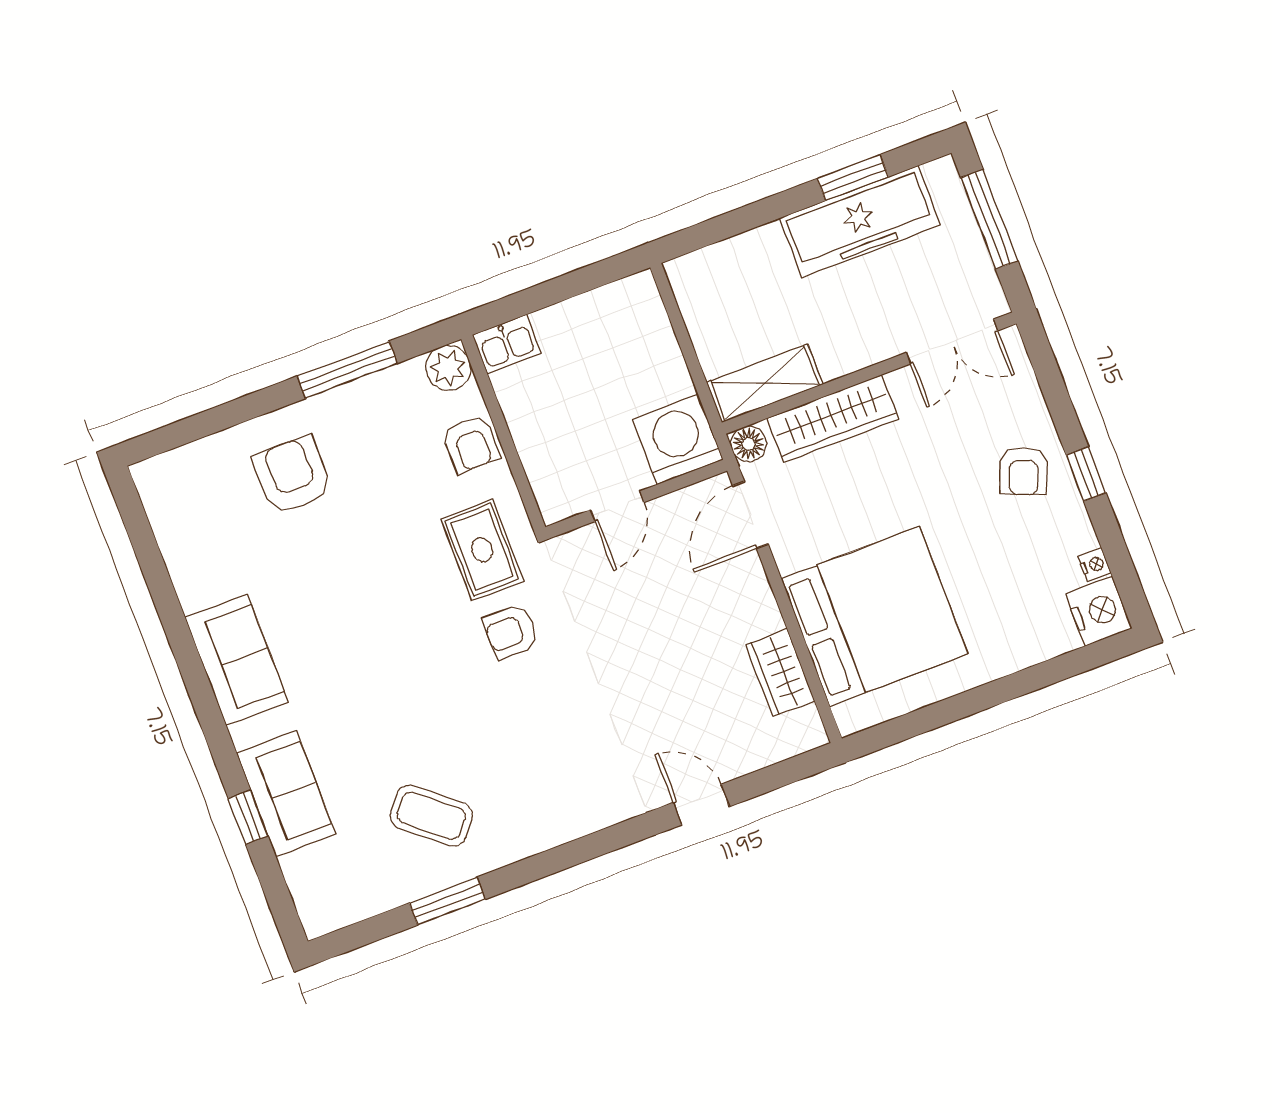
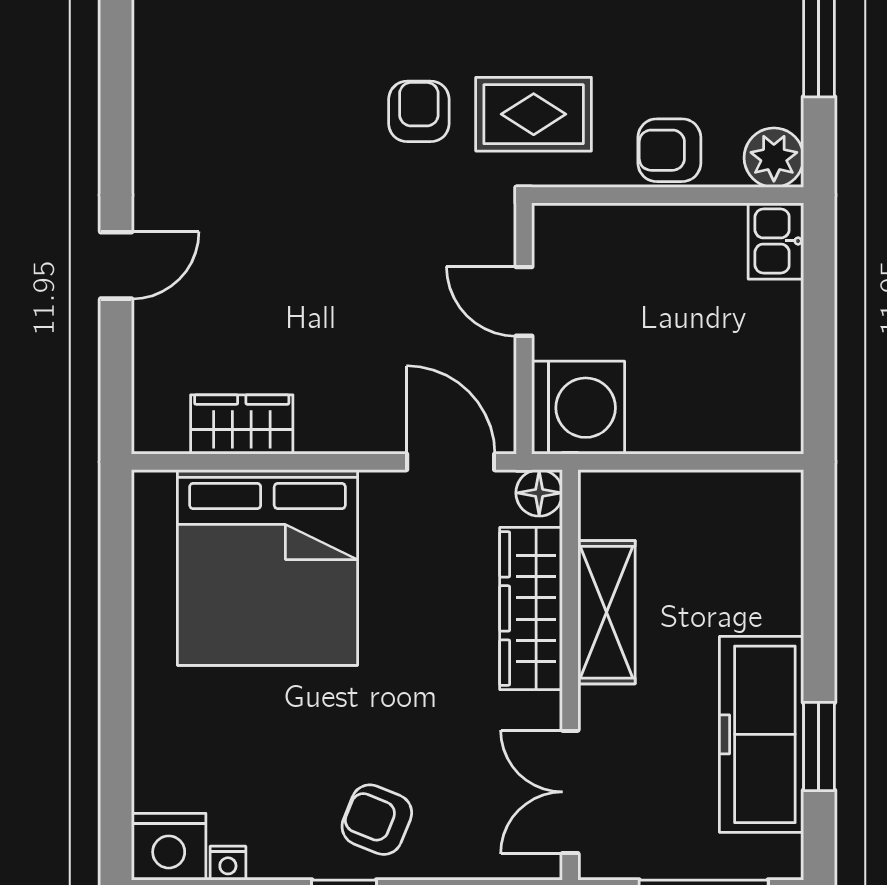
shelving: (765, 383) -> (607, 612), moved

